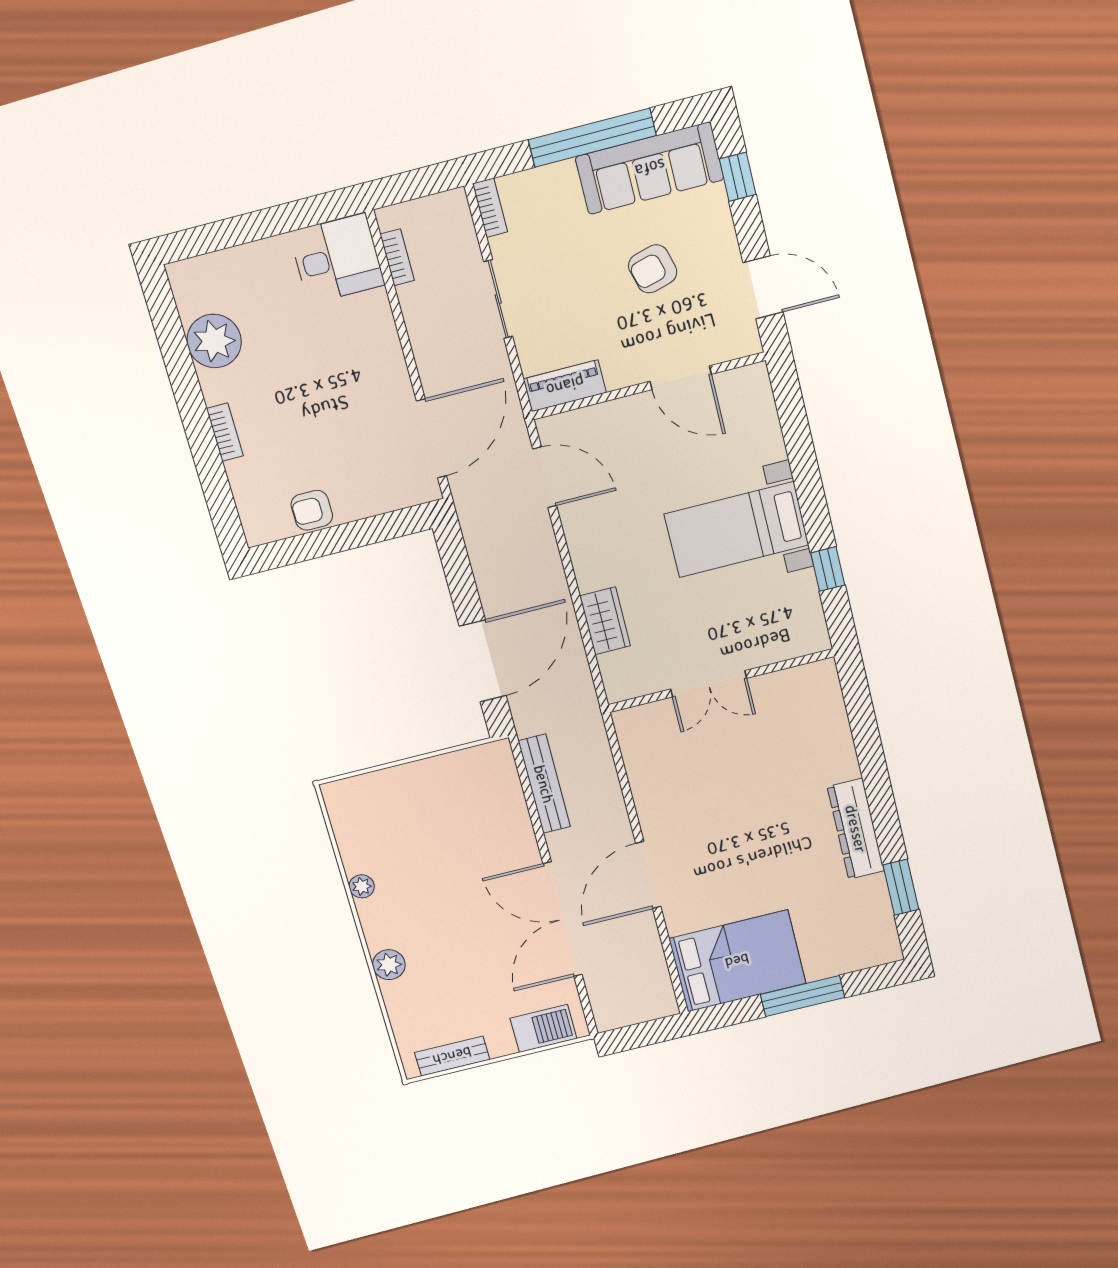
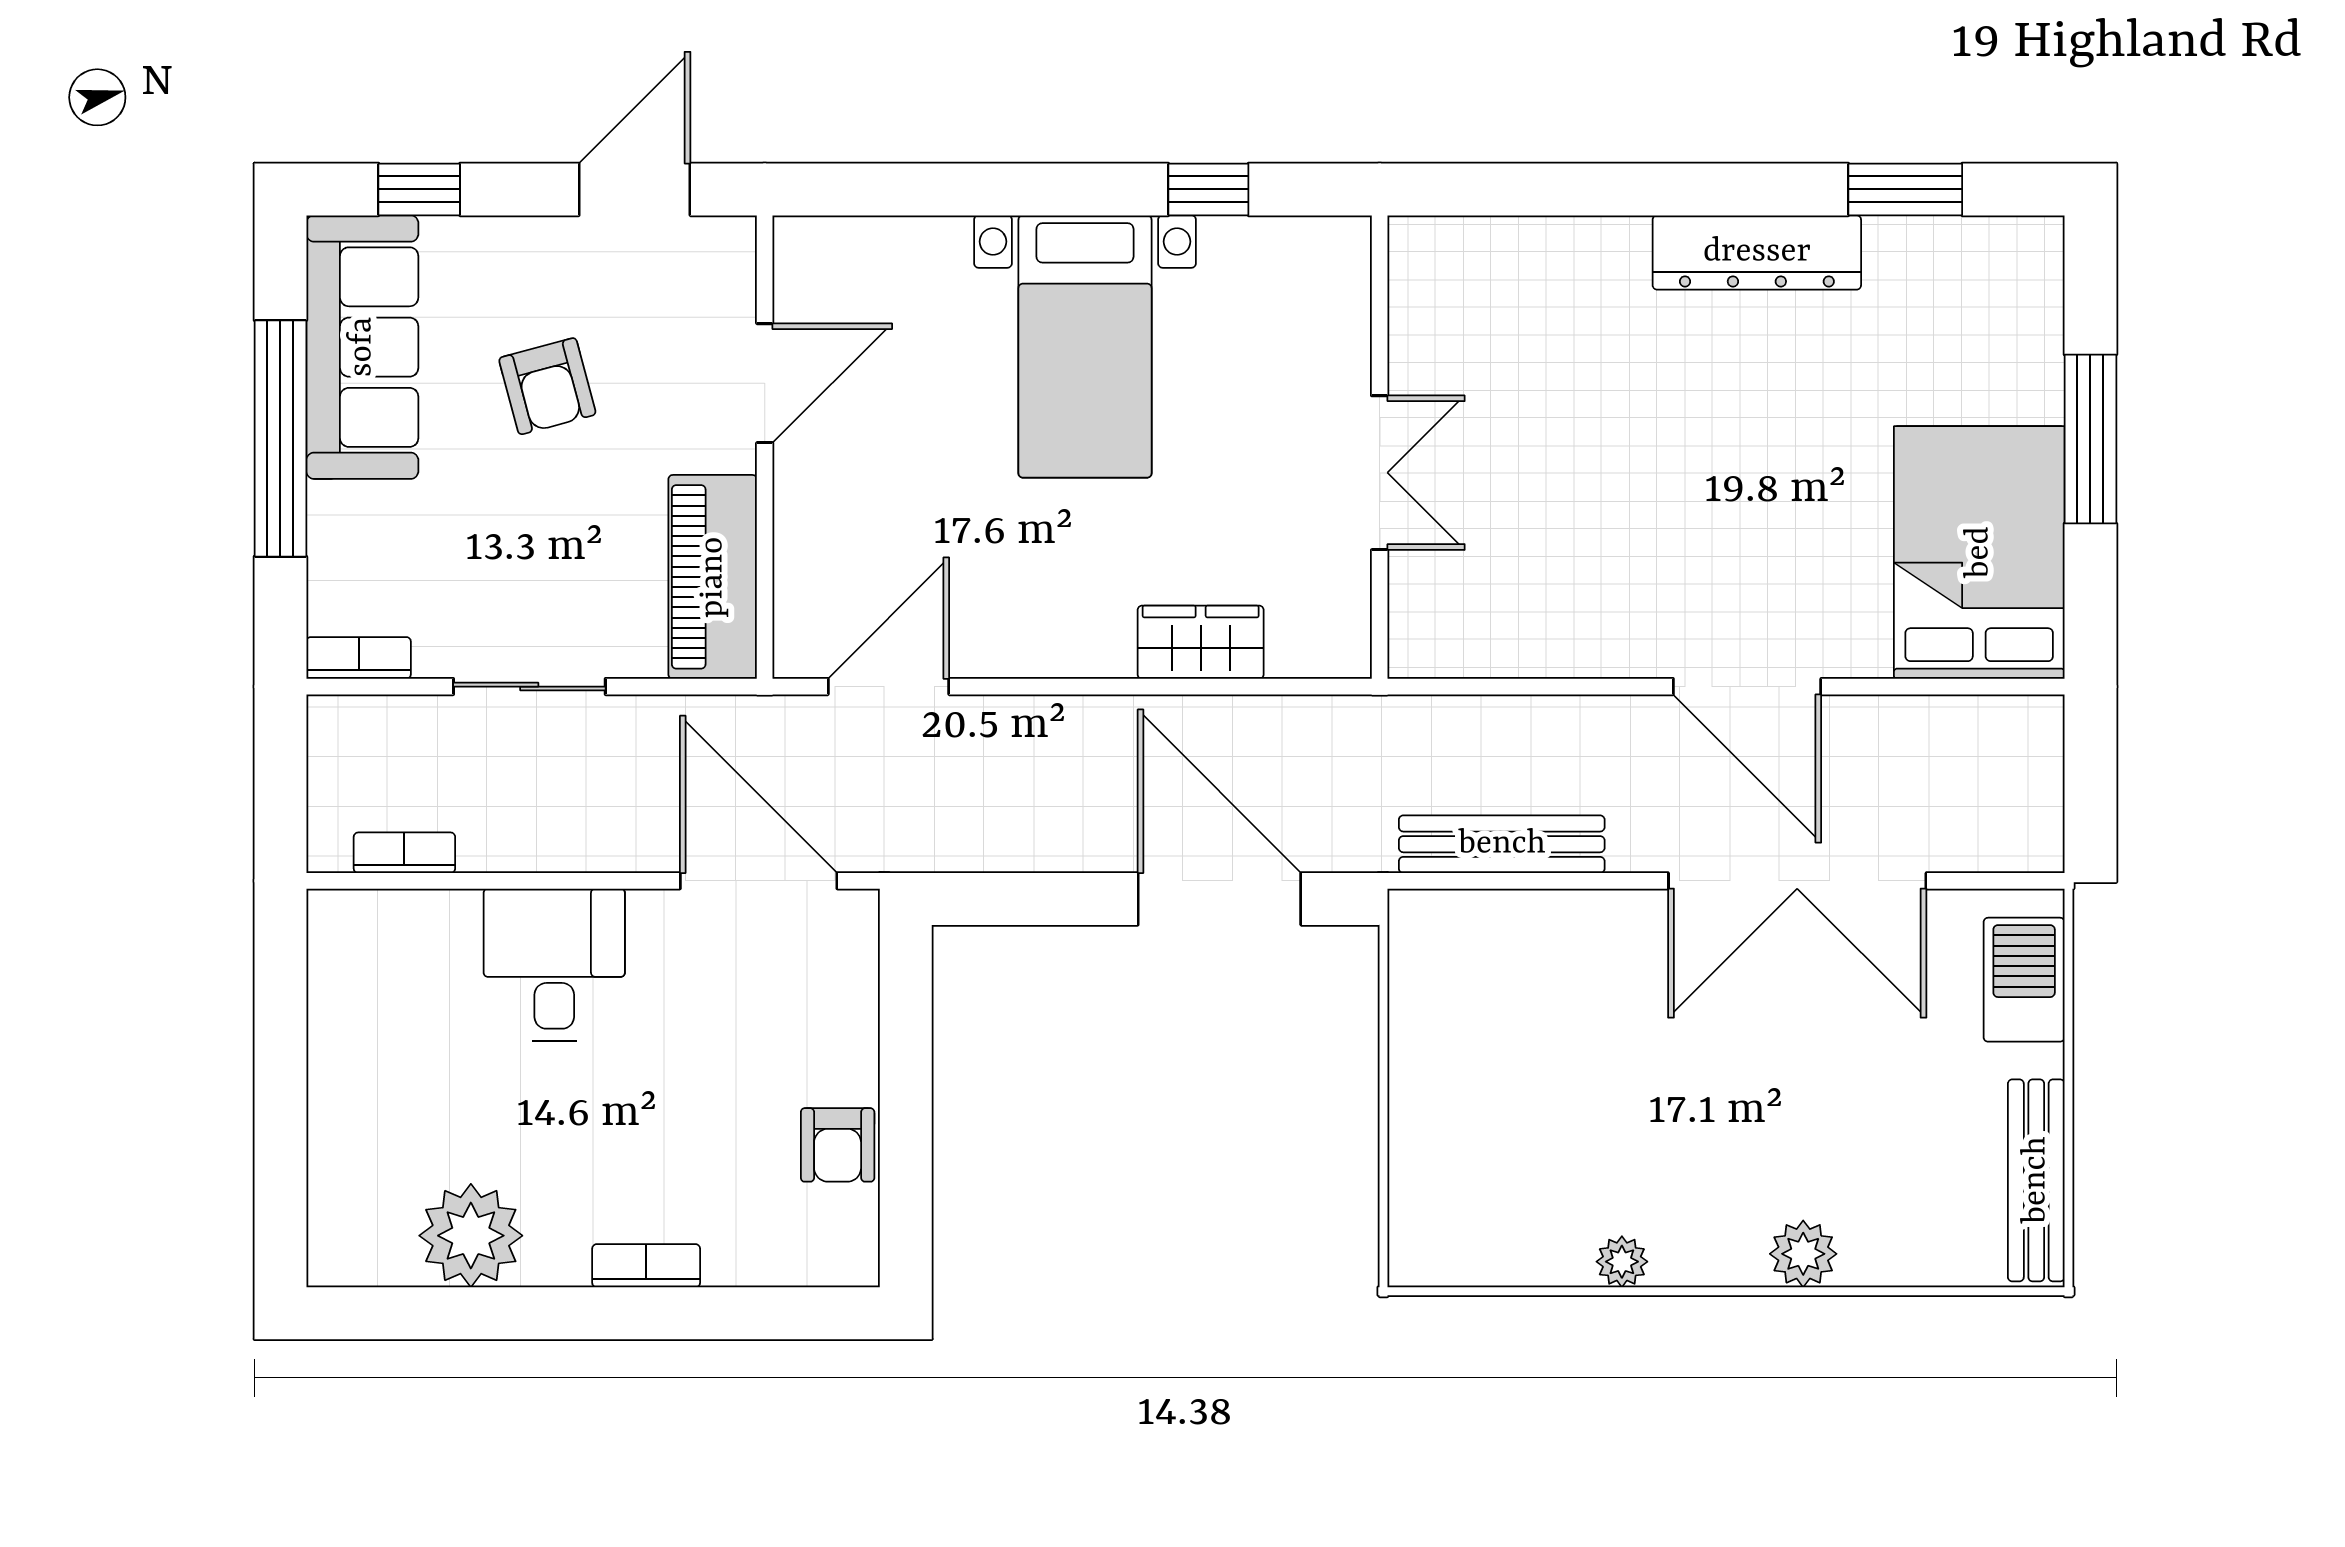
desk: (337, 259) -> (554, 965), moved
piano: (565, 386) -> (713, 577), width x1.37, depth x1.33
bench: (452, 1056) -> (2036, 1180), width x1.36

